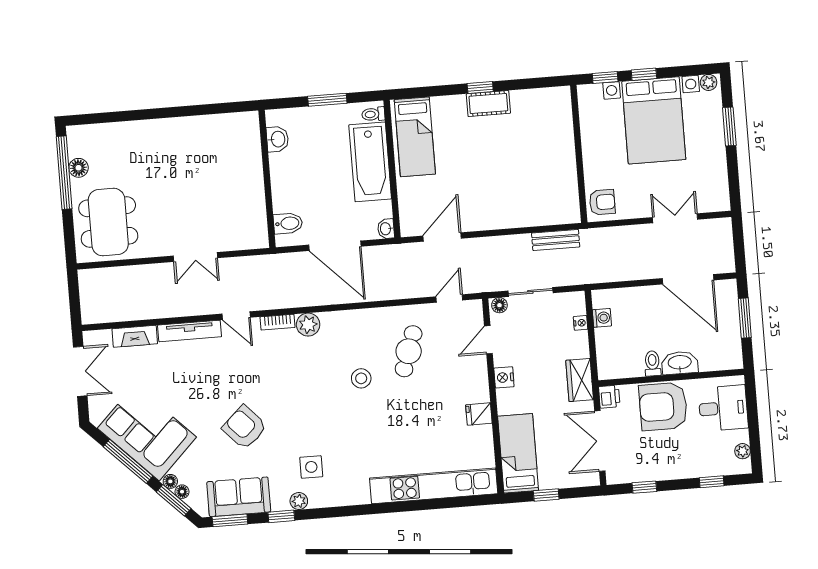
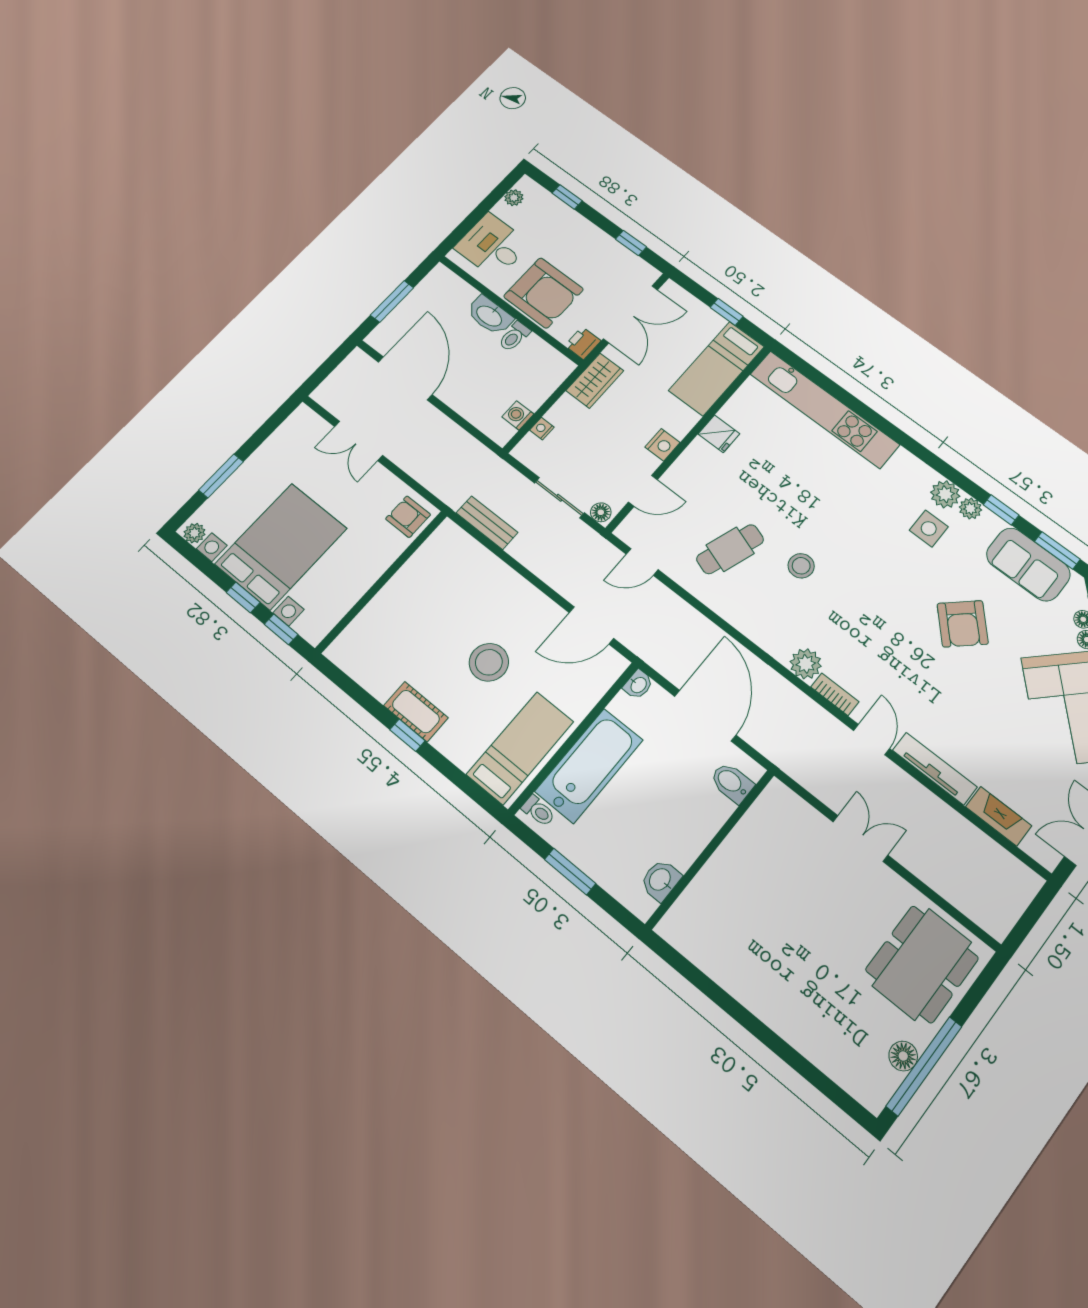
stool: (477, 165) -> (489, 662), added
plant: (320, 497) -> (945, 494), added

